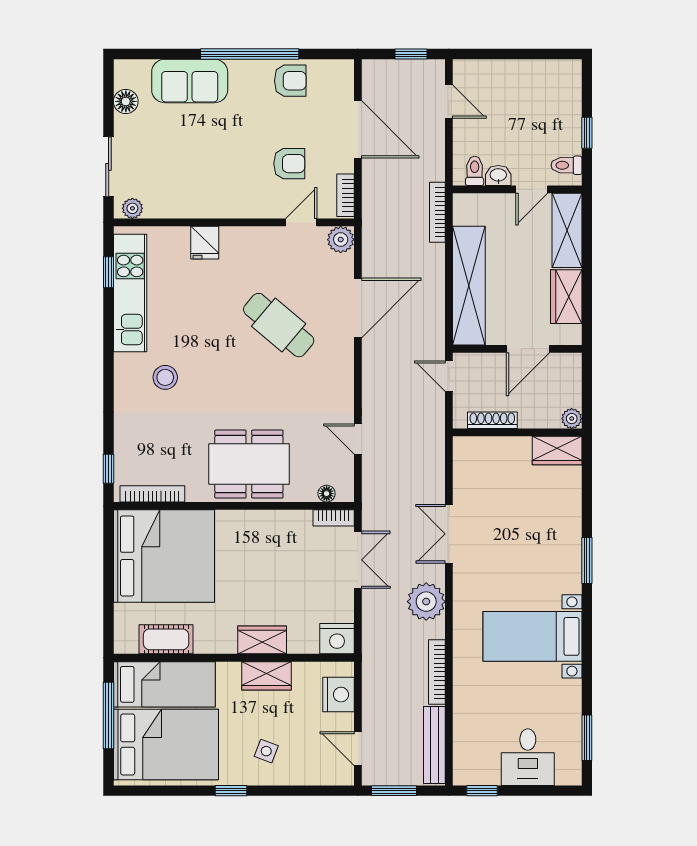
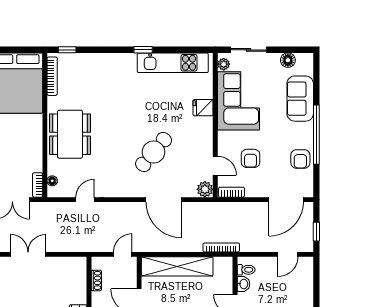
door: (358, 129) -> (286, 200), moved
corner sofa: (193, 184) -> (238, 101), added
window: (109, 272) -> (143, 50), moved
stool: (165, 377) -> (122, 84), removed
shoe rack: (492, 420) -> (96, 280), width x0.70

